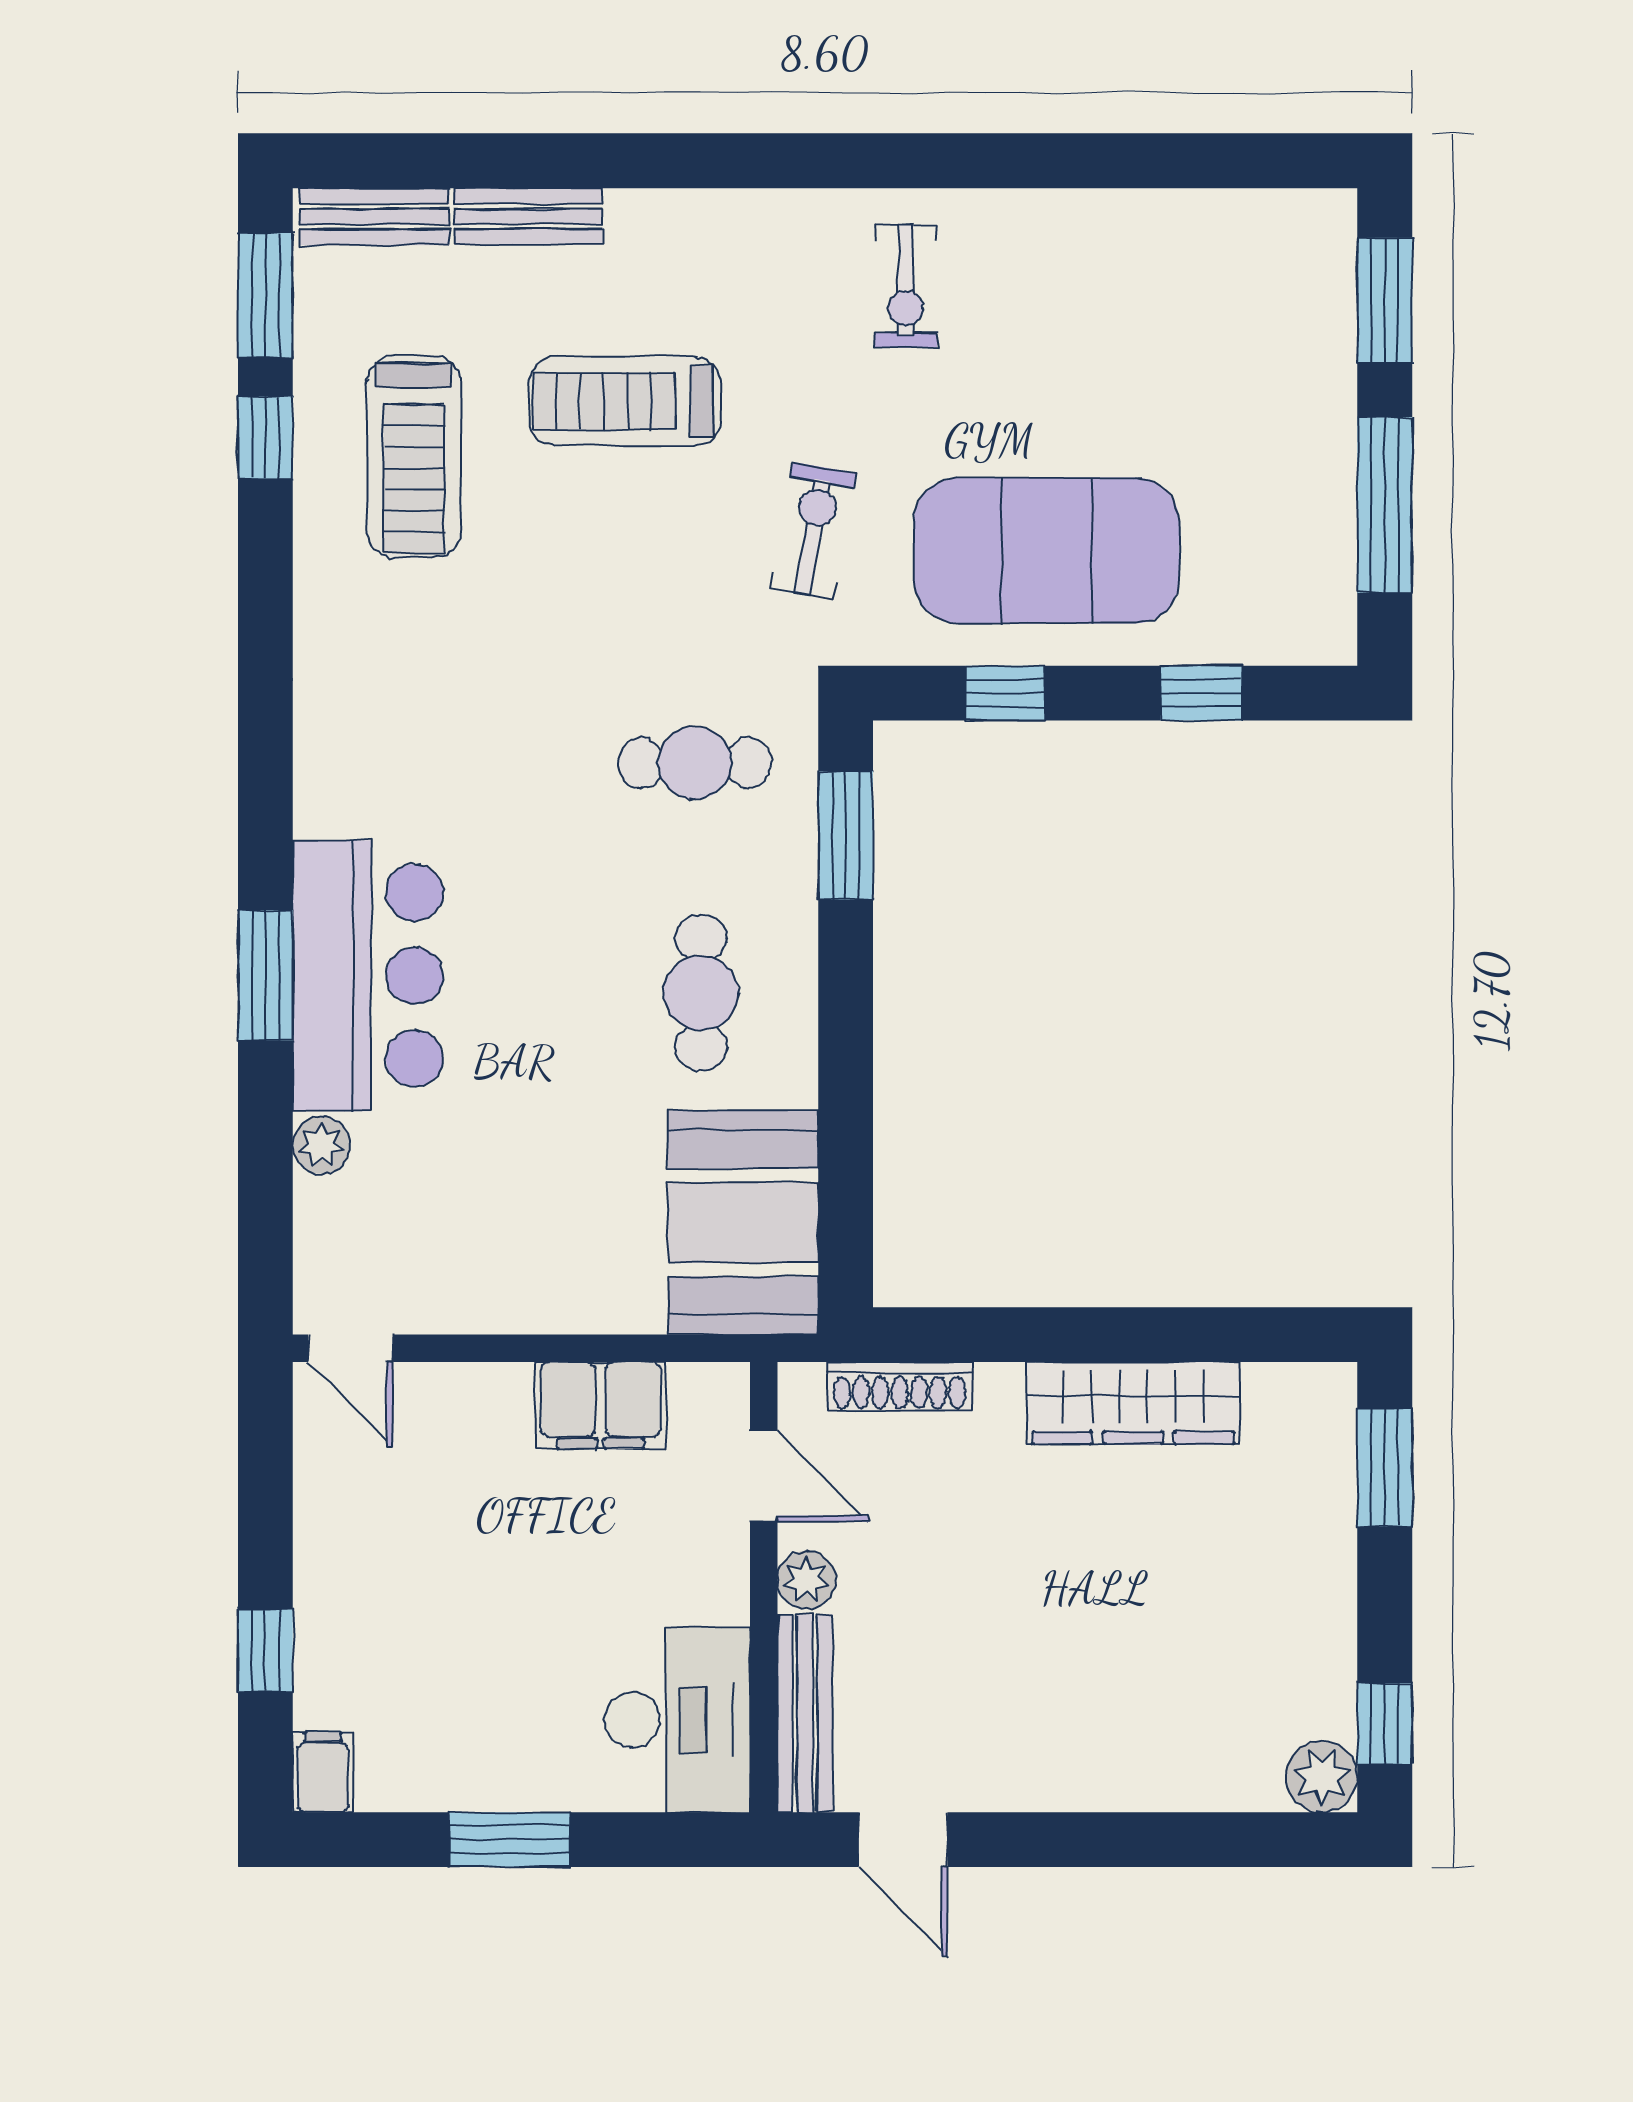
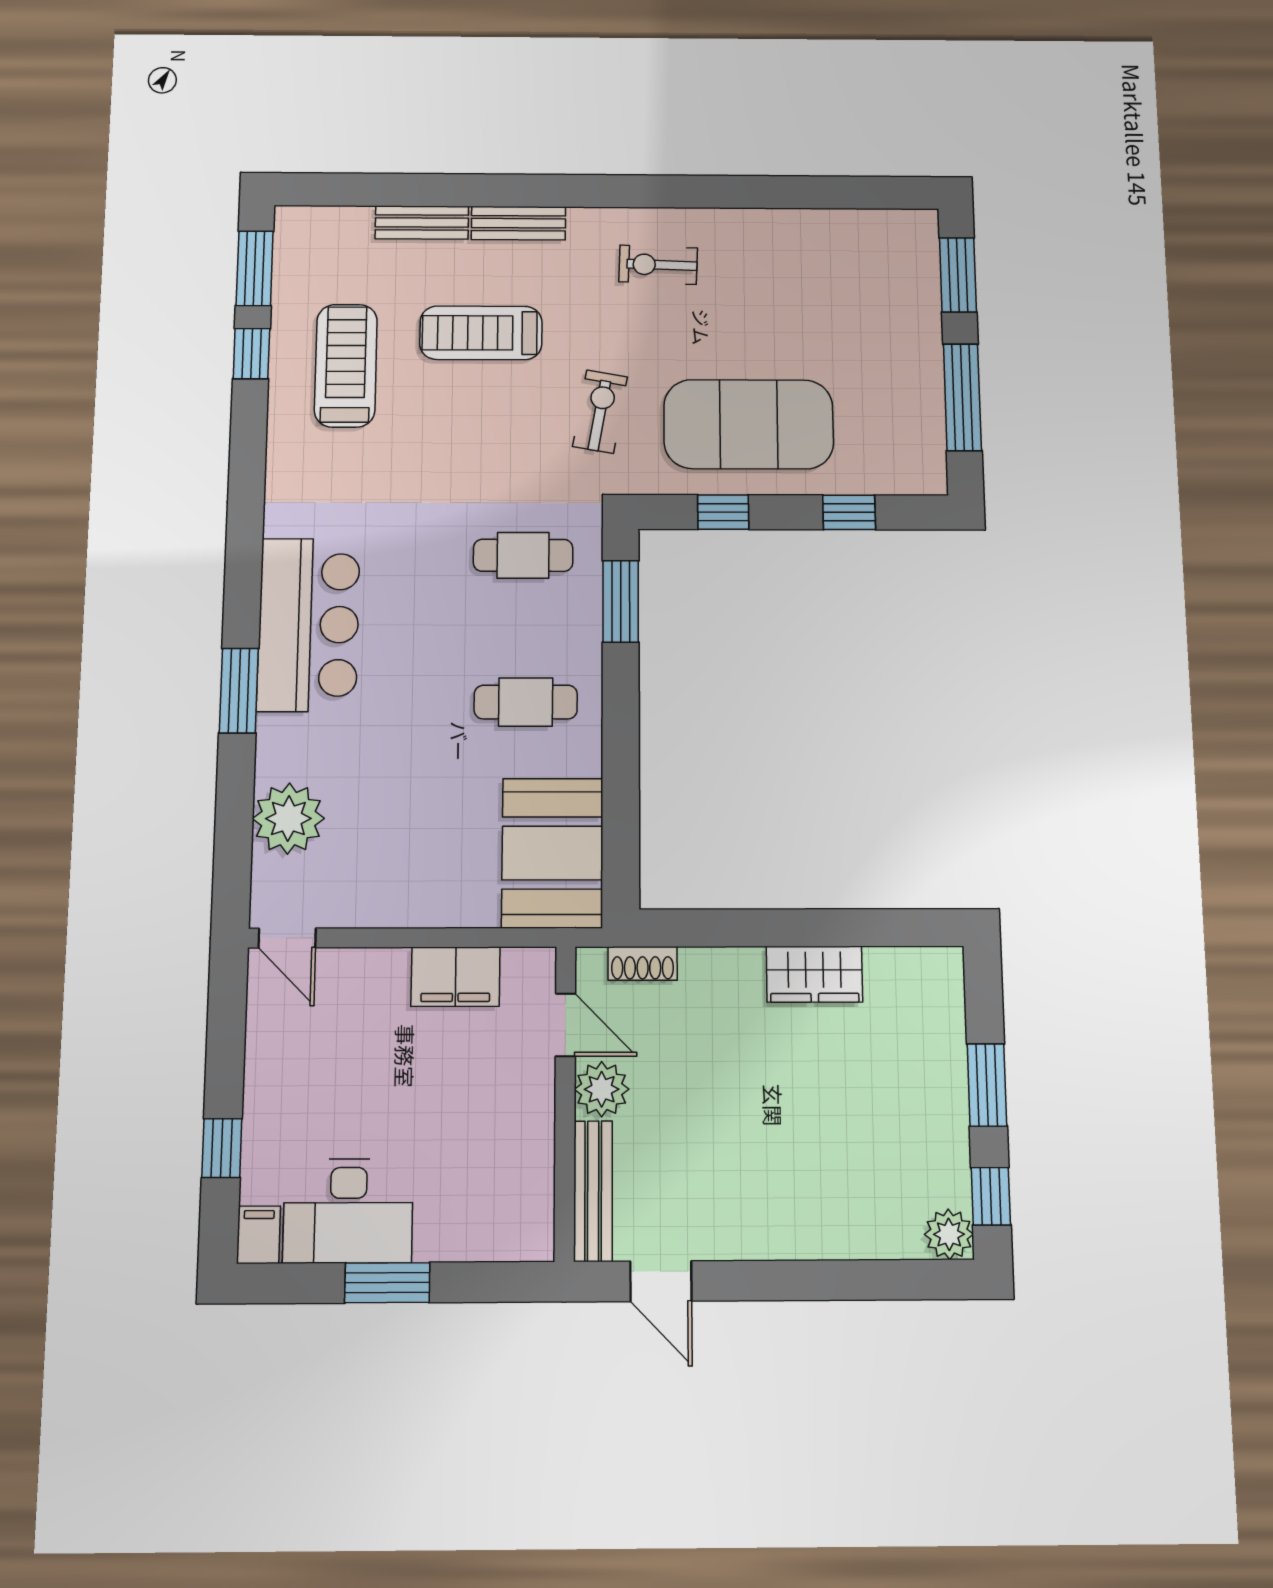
bench: (375, 217) -> (518, 223), moved
exercise bike: (906, 286) -> (658, 265), turned 92
treadmill: (414, 456) -> (346, 366), turned 180
bar counter: (368, 976) -> (309, 625), moved
cafe table: (701, 993) -> (526, 702), turned 90
plant: (321, 1145) -> (288, 819), width x1.87, depth x1.87
shoe rack: (900, 1387) -> (643, 963), width x0.70
wardrobe: (1133, 1403) -> (814, 974), width x0.67
window: (1385, 1468) -> (987, 1085), moved
plant: (806, 1580) -> (602, 1089), width x1.38, depth x1.38
desk: (677, 1720) -> (348, 1211), moved, turned 90

